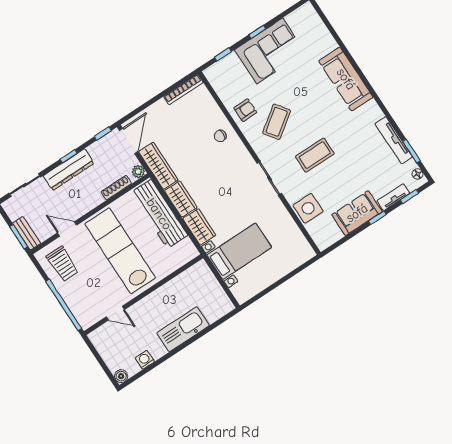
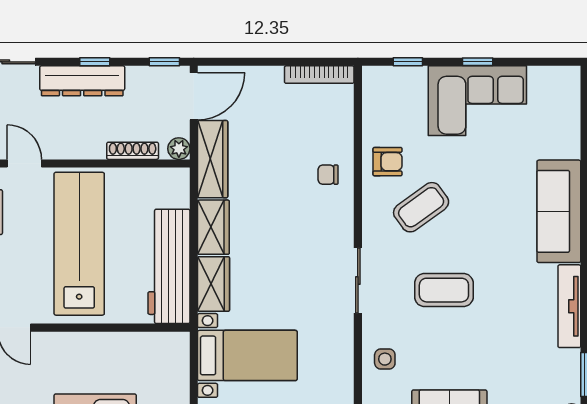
tv unit: (394, 140) -> (569, 306), moved
side table: (308, 208) -> (385, 359), width x0.54, depth x0.54
workbench: (159, 214) -> (169, 266), moved

